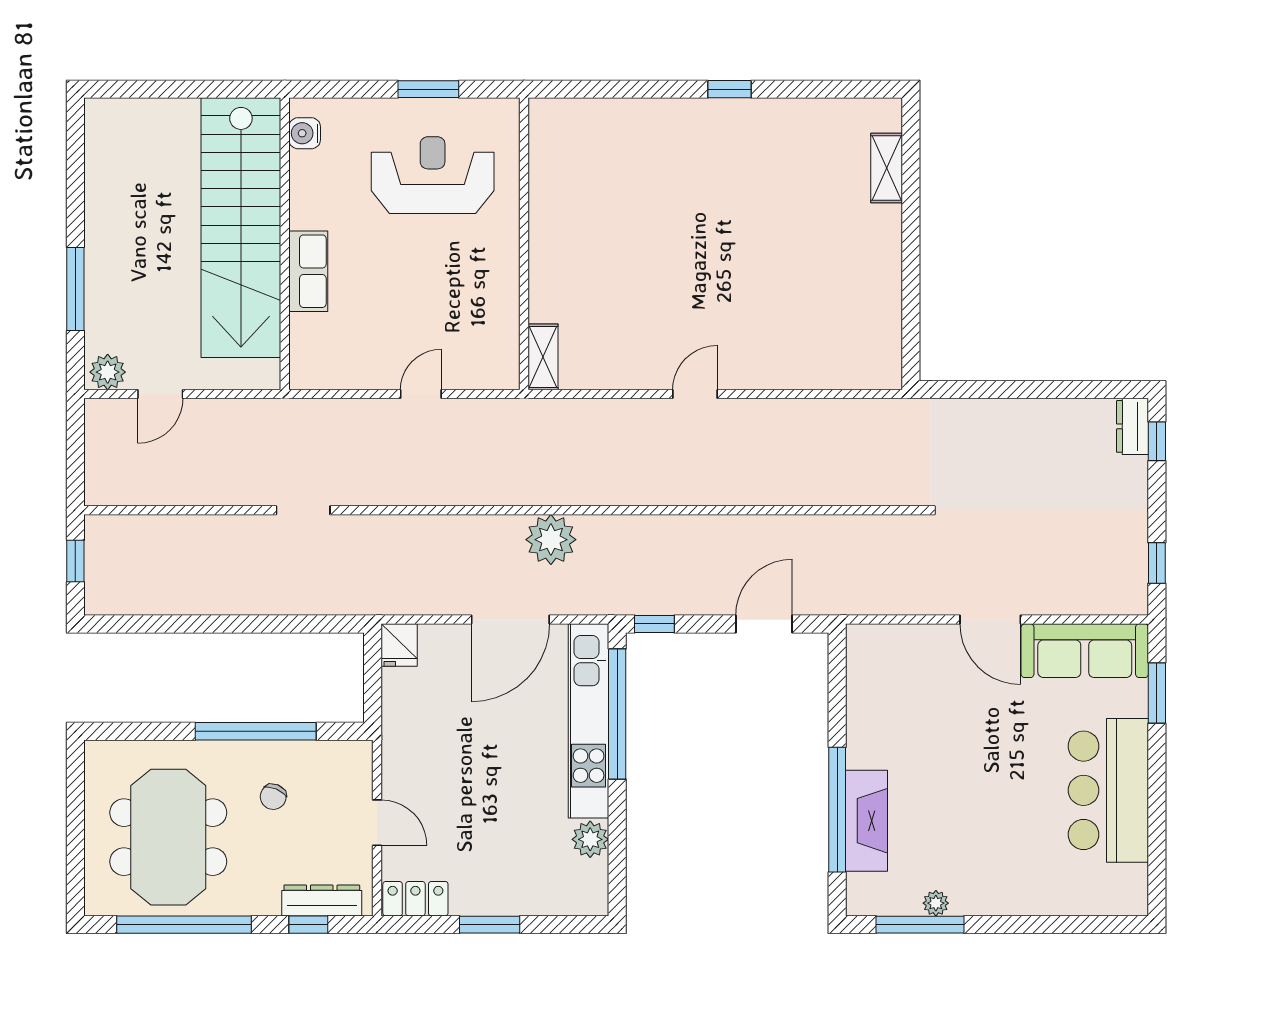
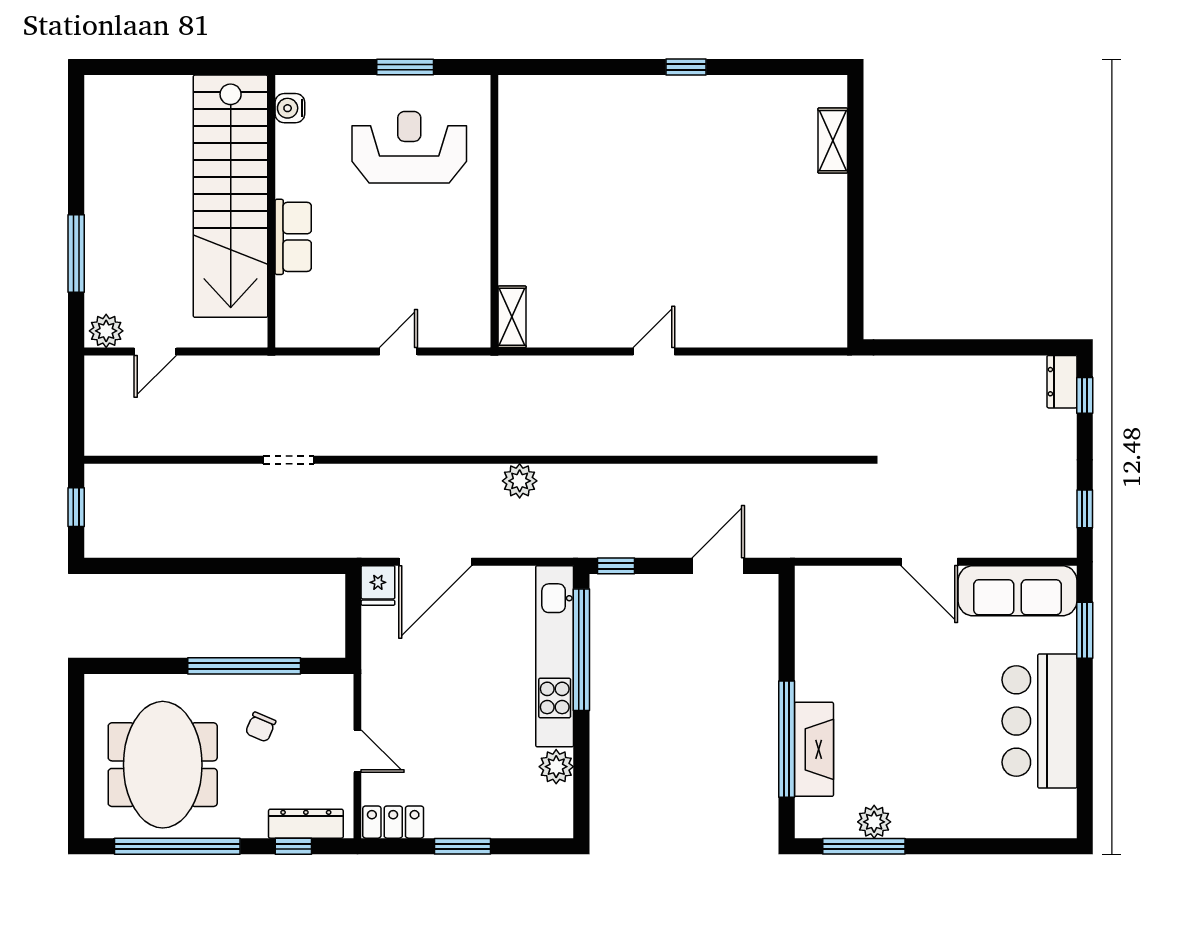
plant: (551, 540) -> (520, 481), width x0.73, depth x0.73
door: (510, 620) -> (435, 562), moved
plant: (936, 903) -> (874, 822), width x1.38, depth x1.38

